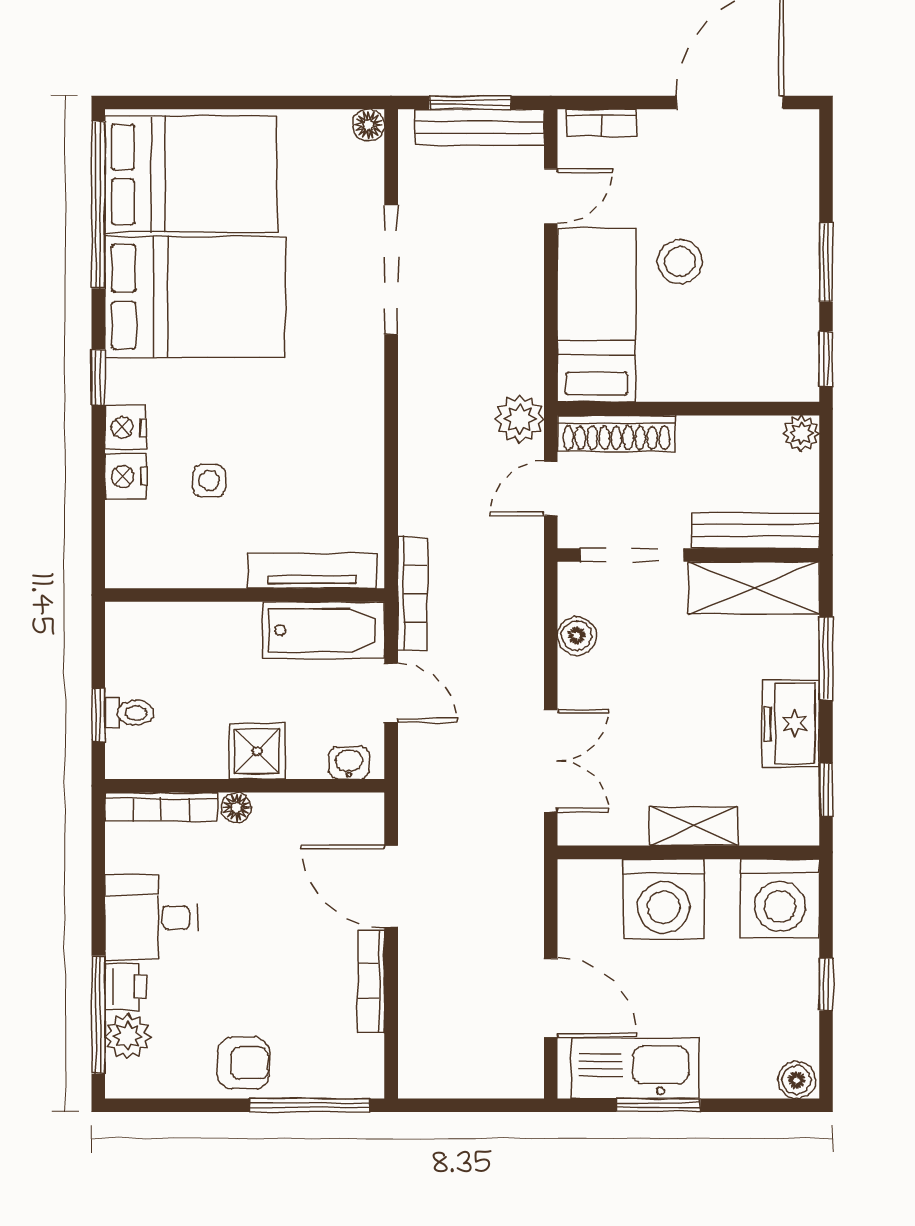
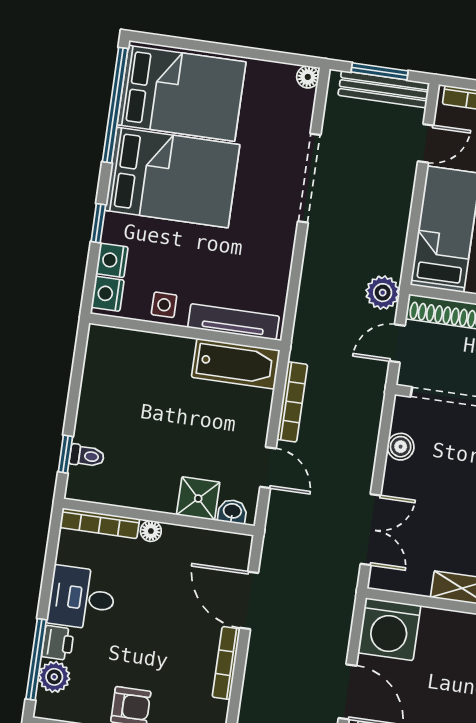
tv unit: (312, 571) -> (233, 322), moved
wall: (245, 595) -> (185, 332), moved
bathtub: (324, 630) -> (236, 364), moved
shower: (257, 751) -> (198, 498), moved
washing machine: (664, 899) -> (389, 629), moved

